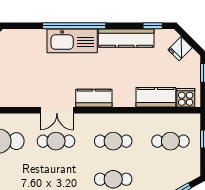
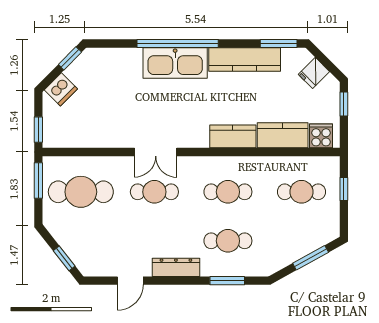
window: (153, 26) -> (279, 44), width x1.50
kitchen counter: (94, 98) -> (233, 136), moved

